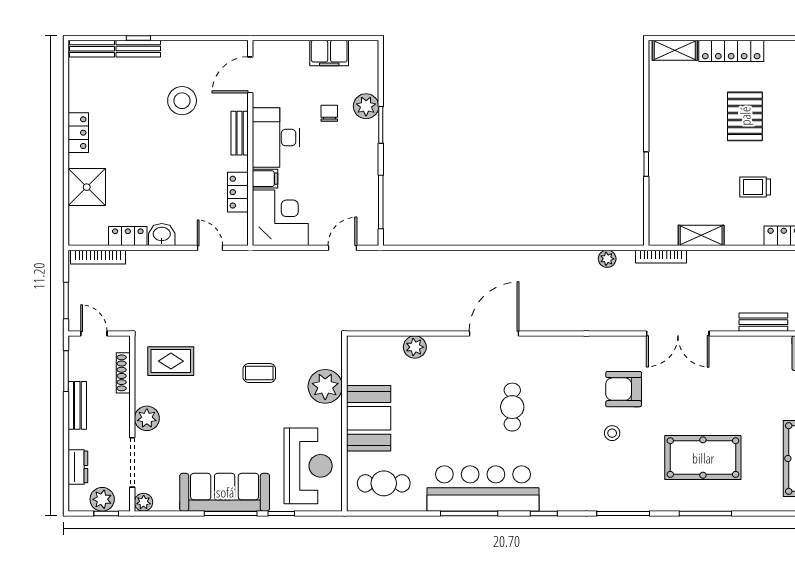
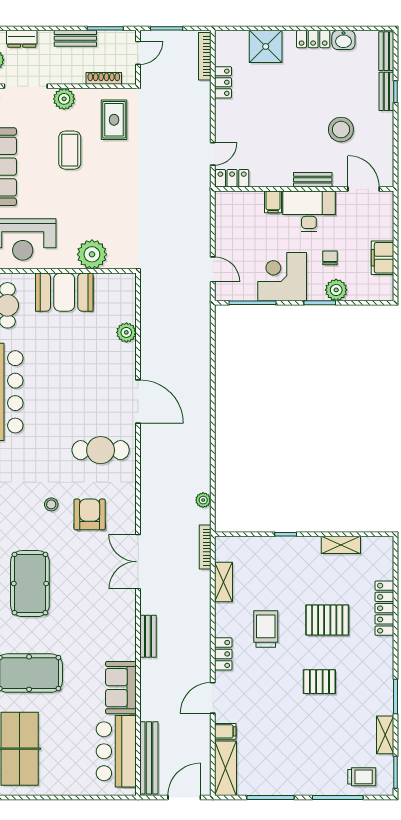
shelving: (675, 50) -> (341, 545), moved, turned 90
chair: (329, 113) -> (330, 258), turned -90
trolley: (755, 187) -> (266, 629), width x1.36, depth x1.39
locker: (238, 192) -> (232, 178), moved
corner desk: (280, 218) -> (282, 277), moved, turned 180
washbasin: (162, 235) -> (343, 40), moved, turned 90
coffee table: (259, 373) -> (70, 150), moved, width x1.36, depth x1.30
cafe table: (512, 407) -> (101, 450), moved, width x1.37, depth x1.35

